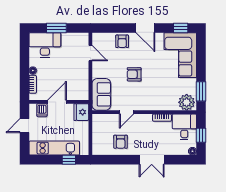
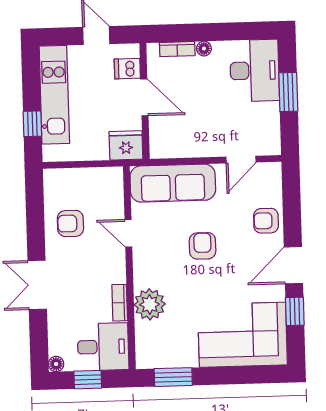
window: (181, 28) -> (295, 311), moved
sofa: (101, 94) -> (173, 183), width x1.36
plant: (187, 102) -> (150, 304), moved

